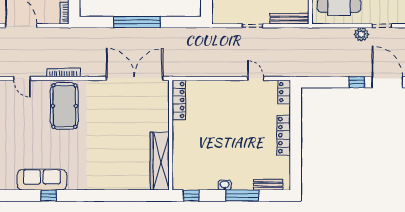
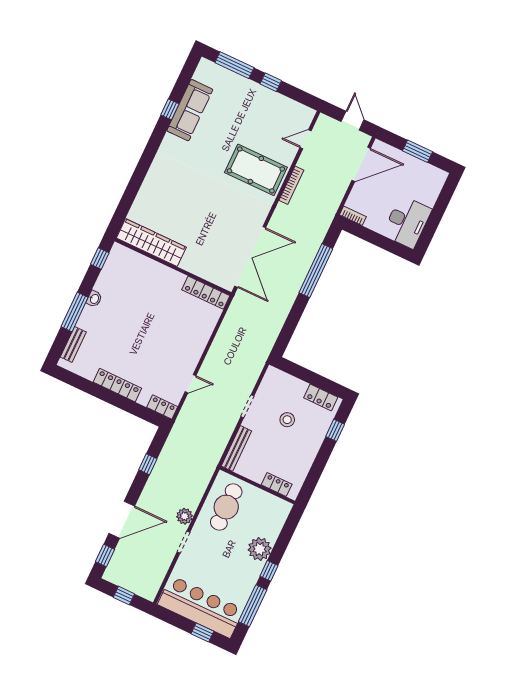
window: (137, 22) -> (316, 271), moved
window: (357, 82) -> (148, 464), moved

